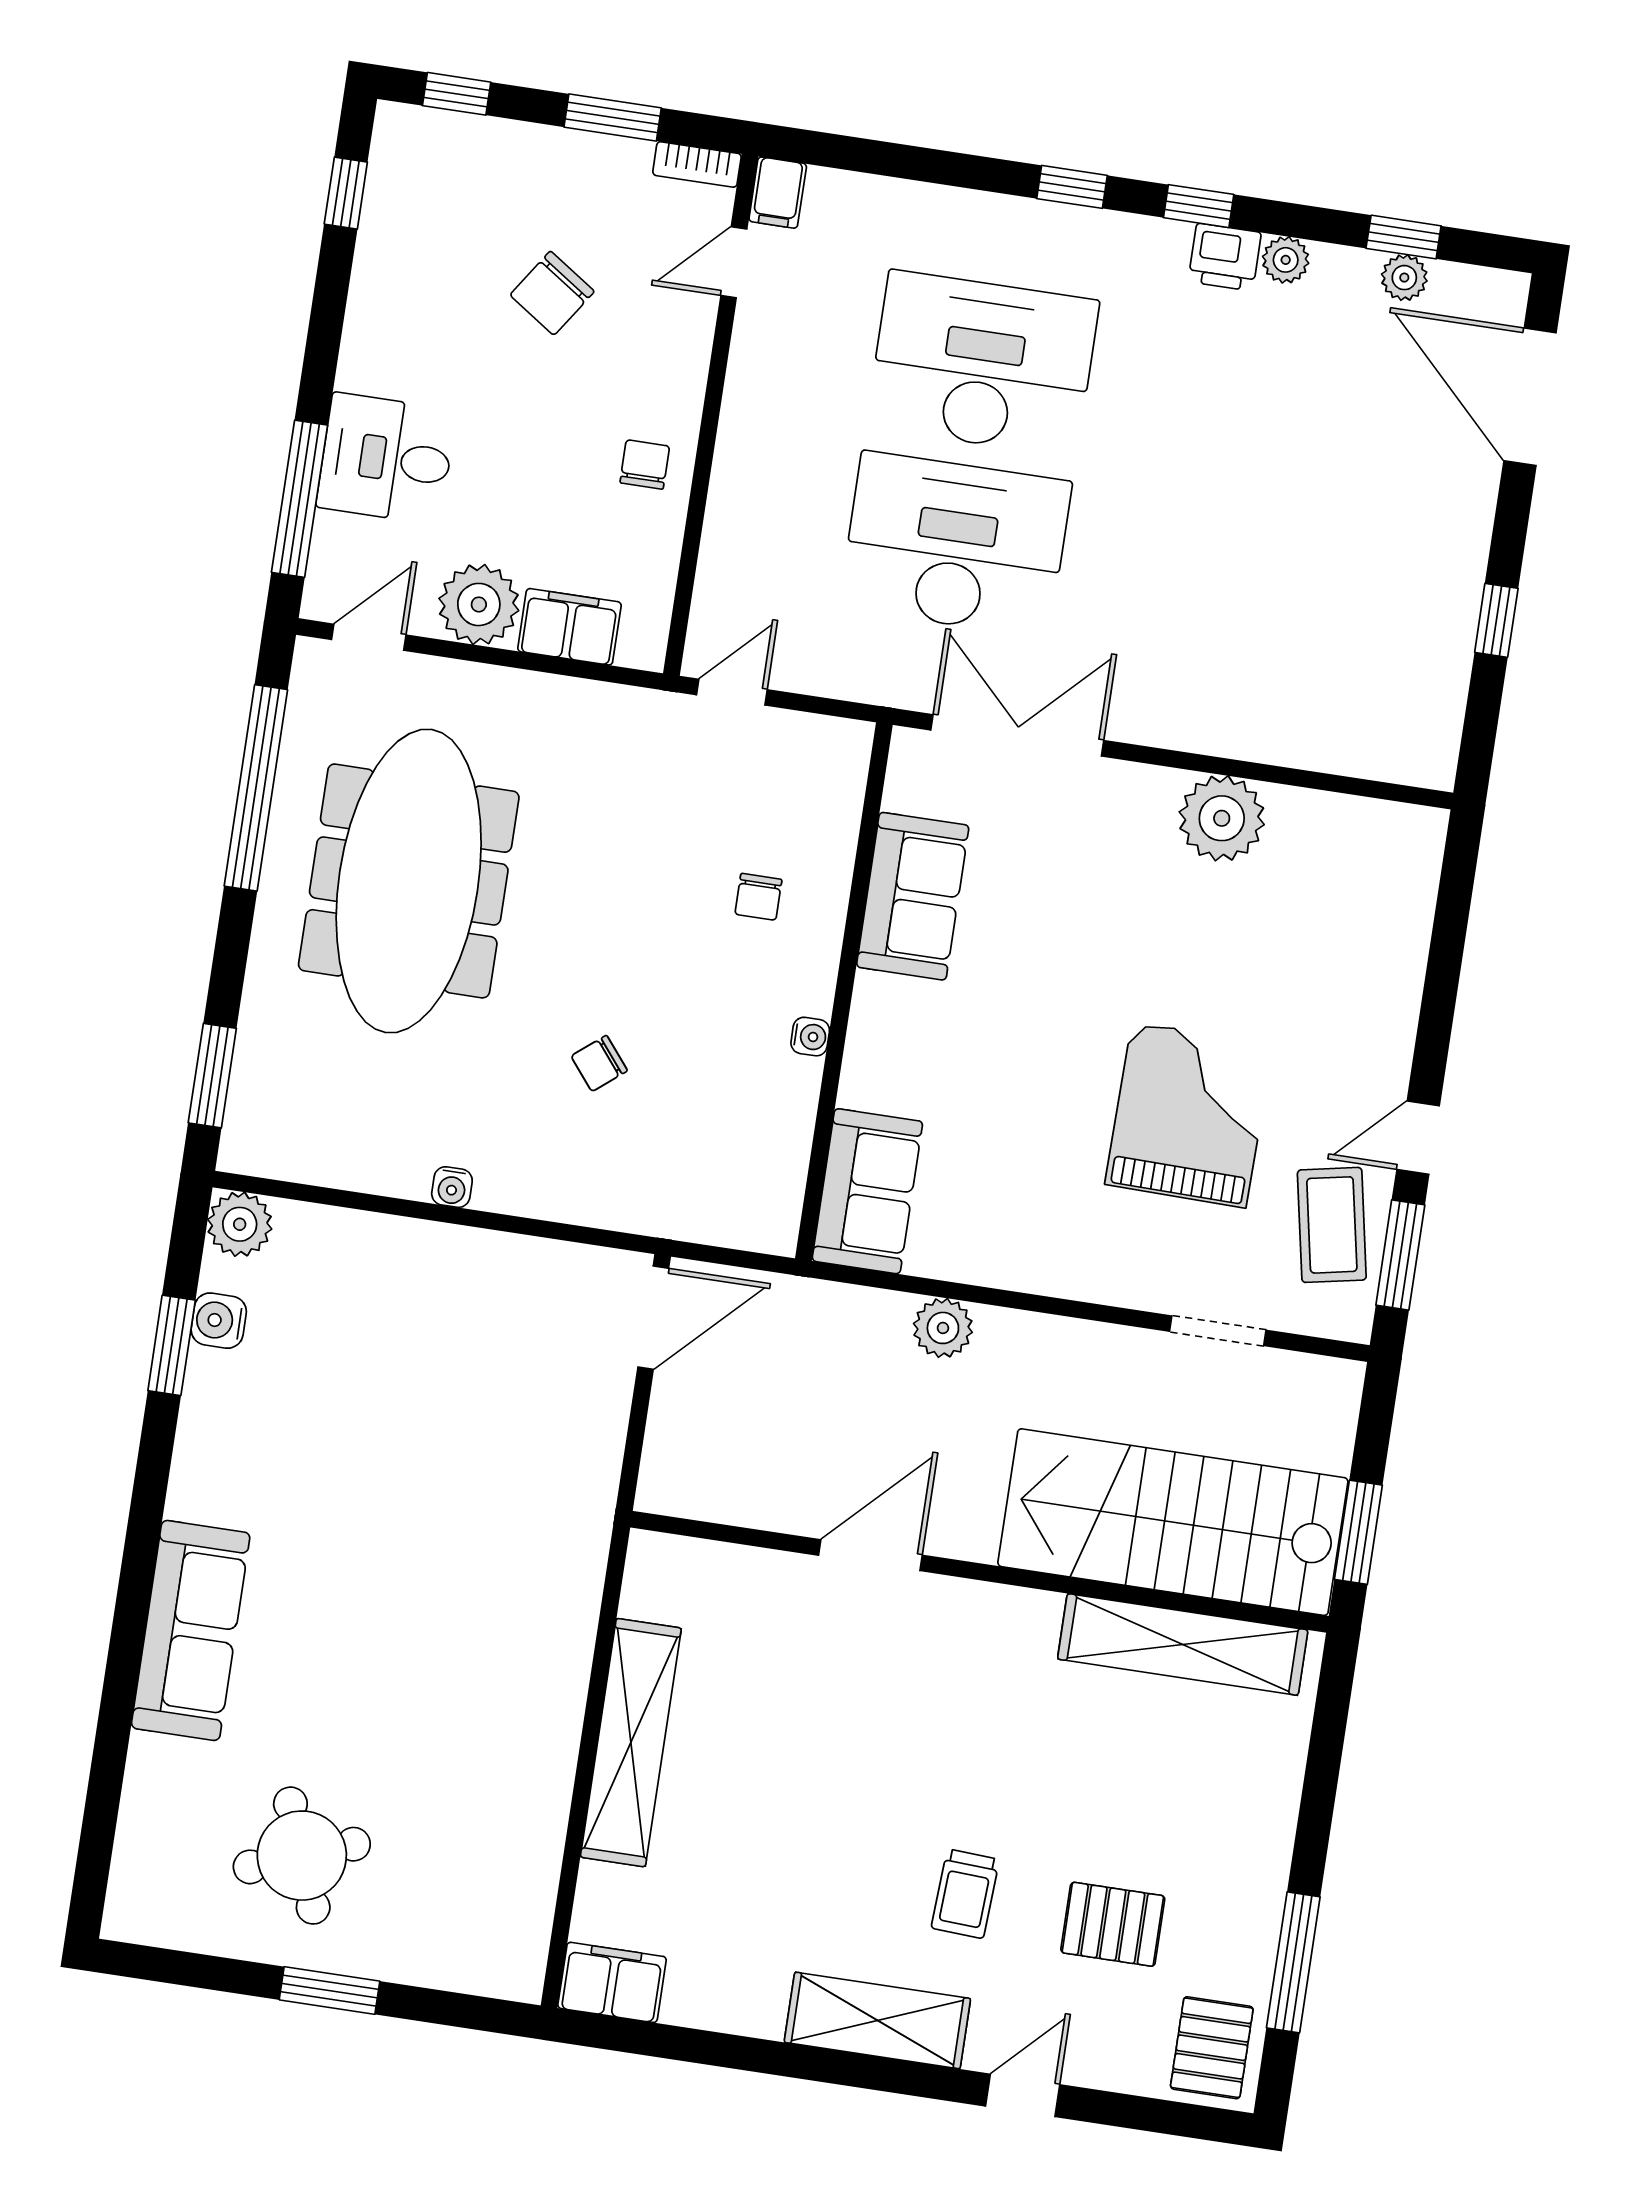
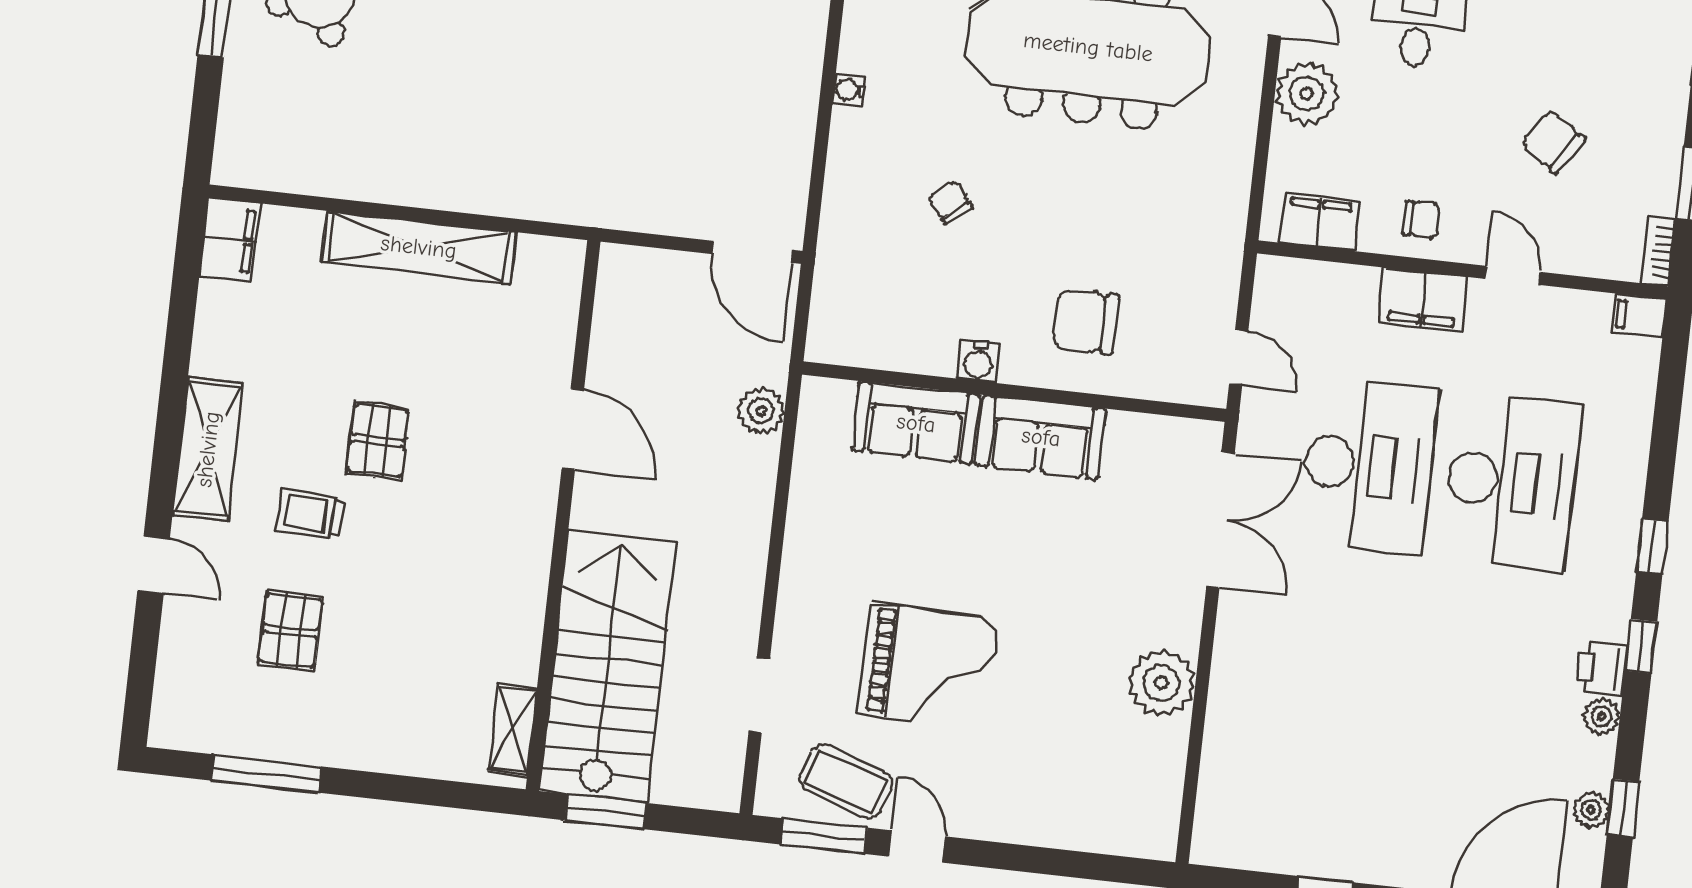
door: (734, 262) -> (1513, 275), moved
filing cabinet: (747, 466) -> (1423, 300), added
filing cabinet: (569, 627) -> (1320, 222), moved, turned -90
door: (732, 692) -> (1239, 358), moved
sofa: (913, 896) -> (1041, 437), moved
chair: (758, 897) -> (1086, 322), width x1.87, depth x1.87
water cooler: (810, 1037) -> (978, 361), width x1.38, depth x1.38
sofa: (867, 1191) -> (916, 423), moved
coffee table: (1332, 1225) -> (846, 782), turned 30
plant: (943, 1328) -> (761, 411), moved
shelving: (1183, 1644) -> (513, 730), width x0.45, depth x0.75
pallet: (1212, 2048) -> (378, 441), moved, turned 90

